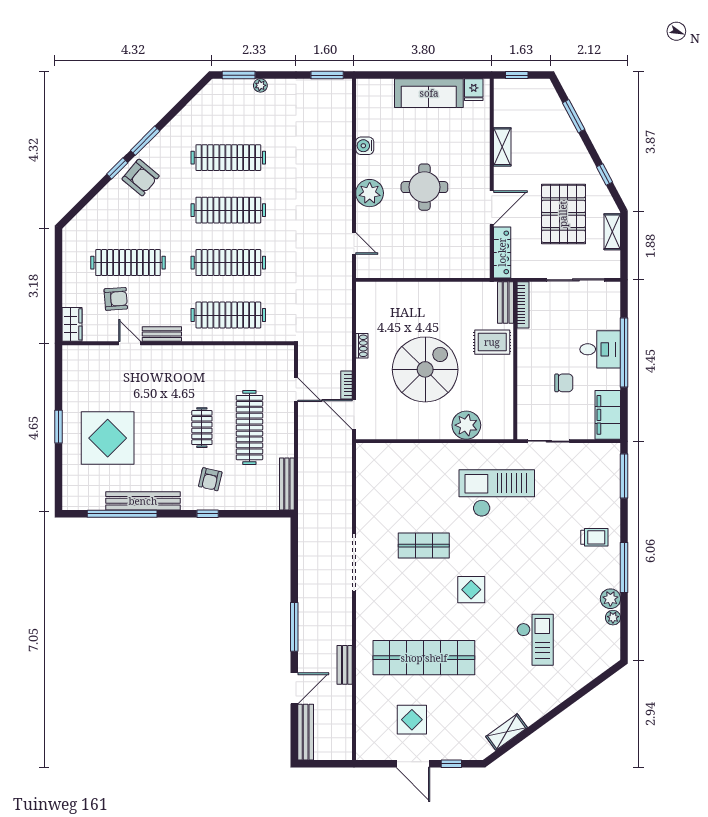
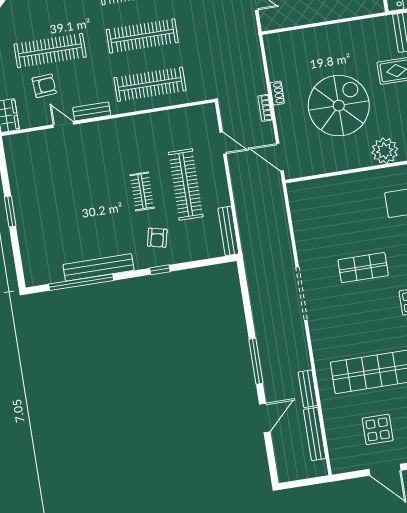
bookcase: (347, 385) -> (265, 108), moved
display table: (108, 438) -> (57, 215), removed
bench: (306, 732) -> (315, 434), moved

